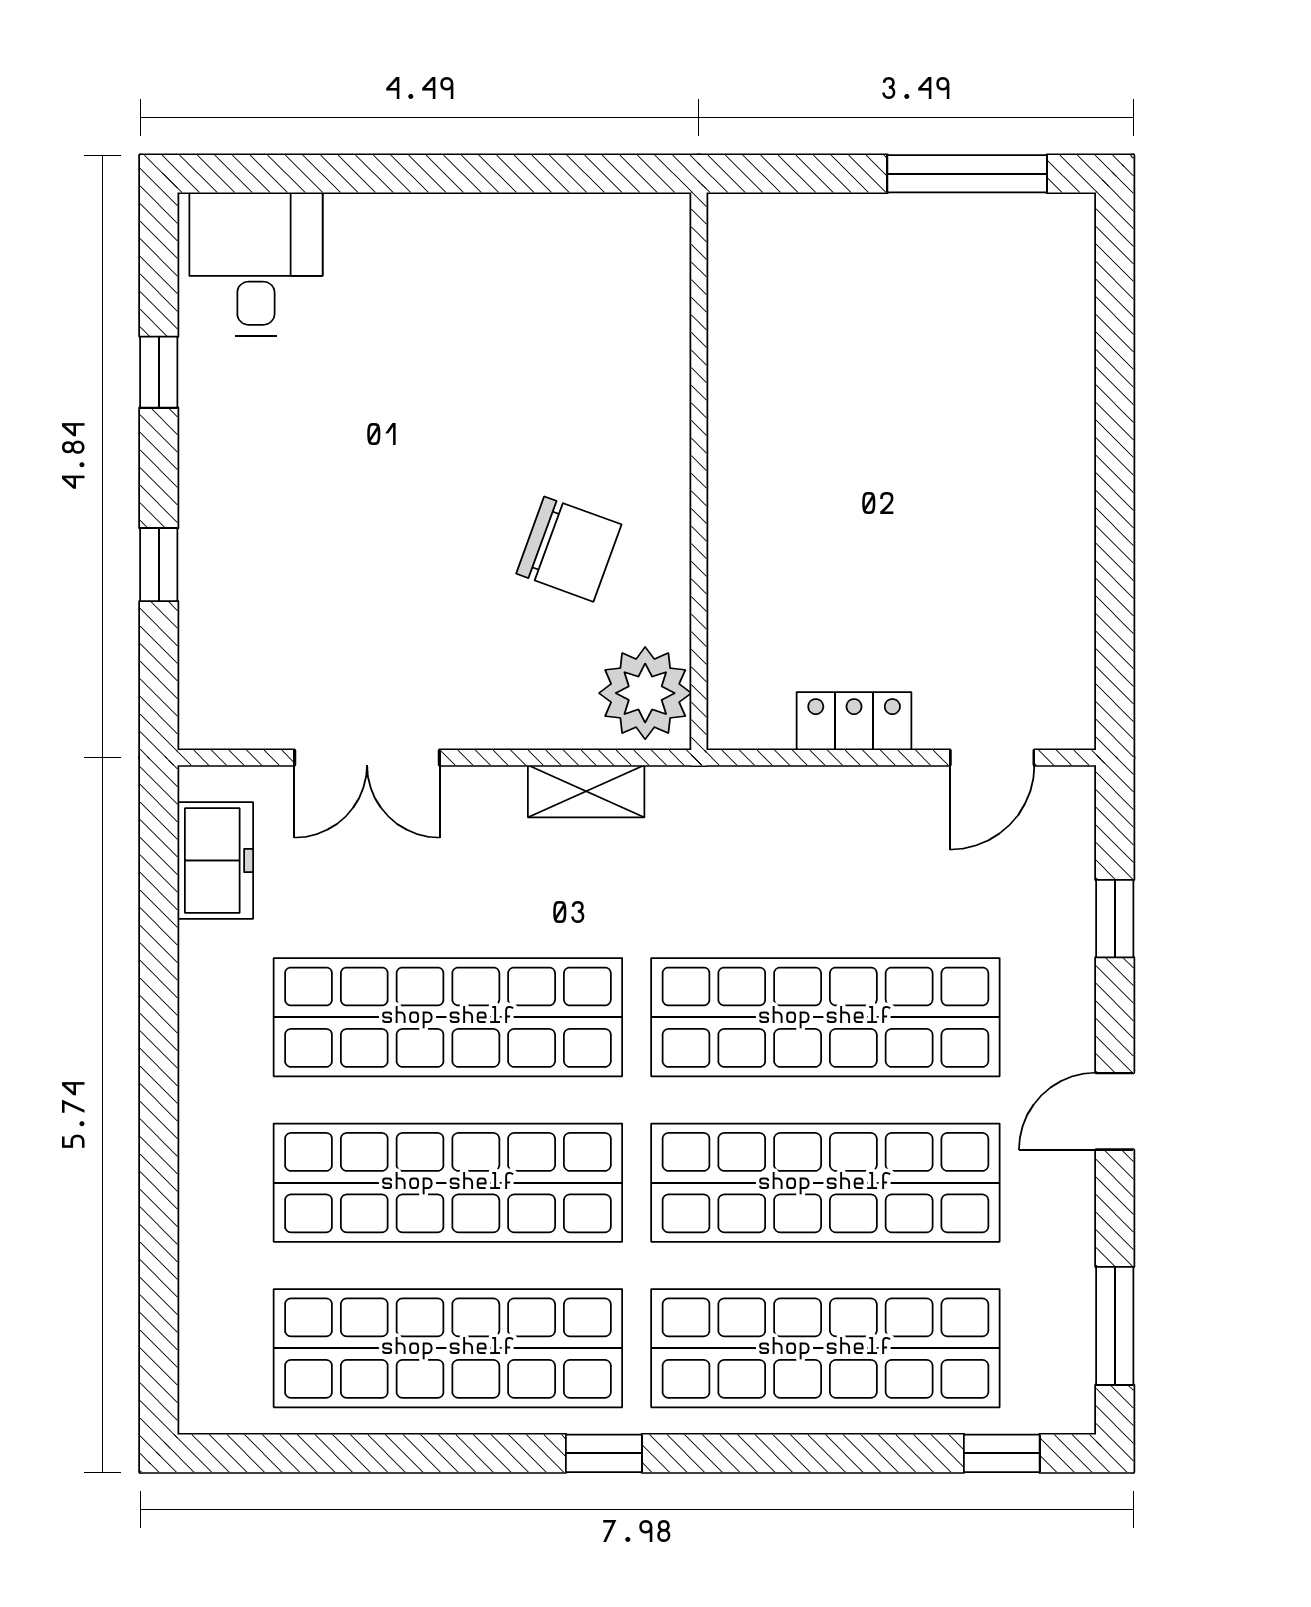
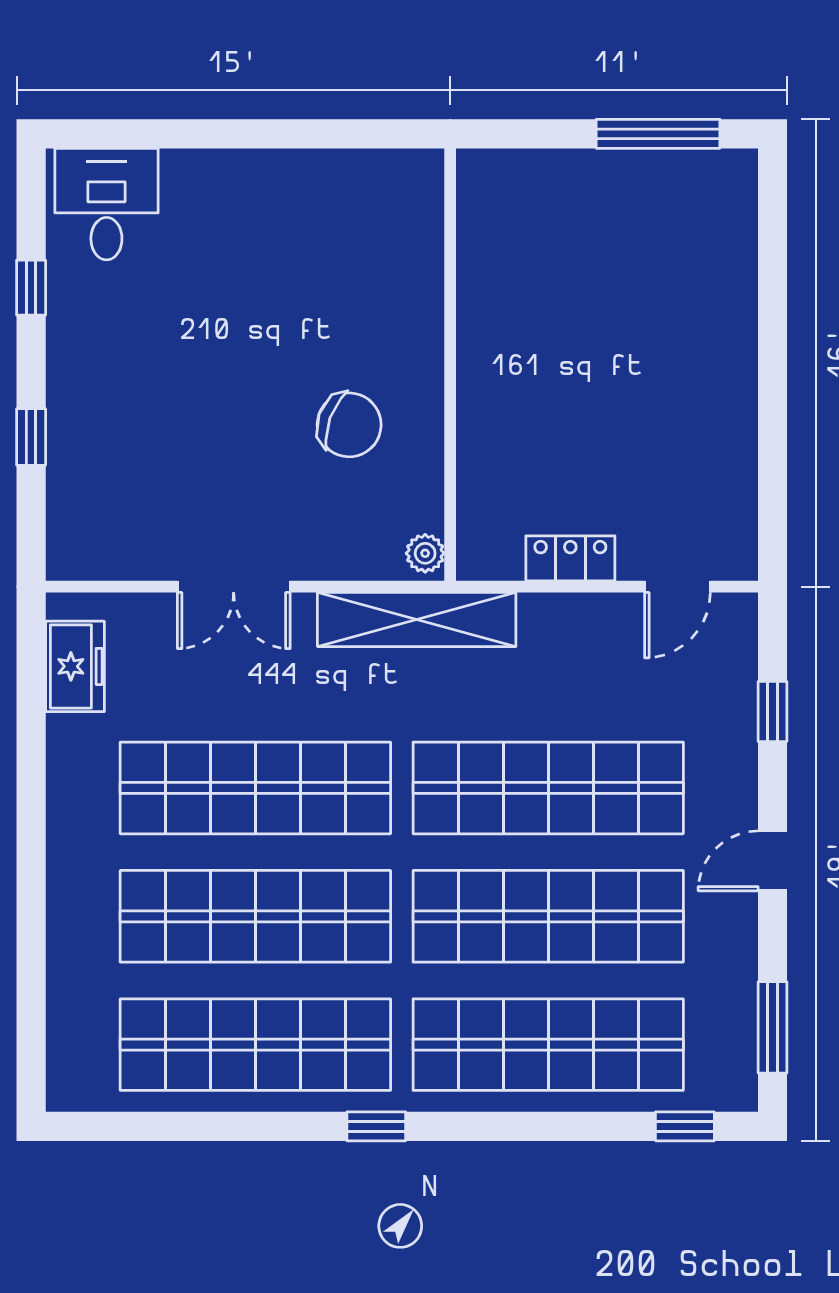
plant: (645, 693) -> (425, 553), width x0.53, depth x0.53
double door: (367, 758) -> (234, 587), moved
shelving: (586, 791) -> (417, 619), width x2.20, depth x1.33

